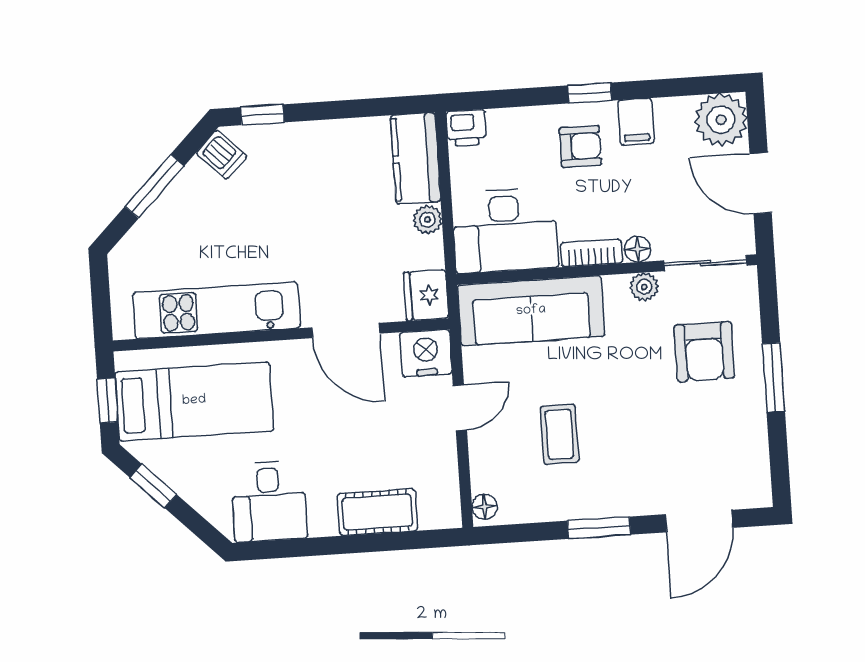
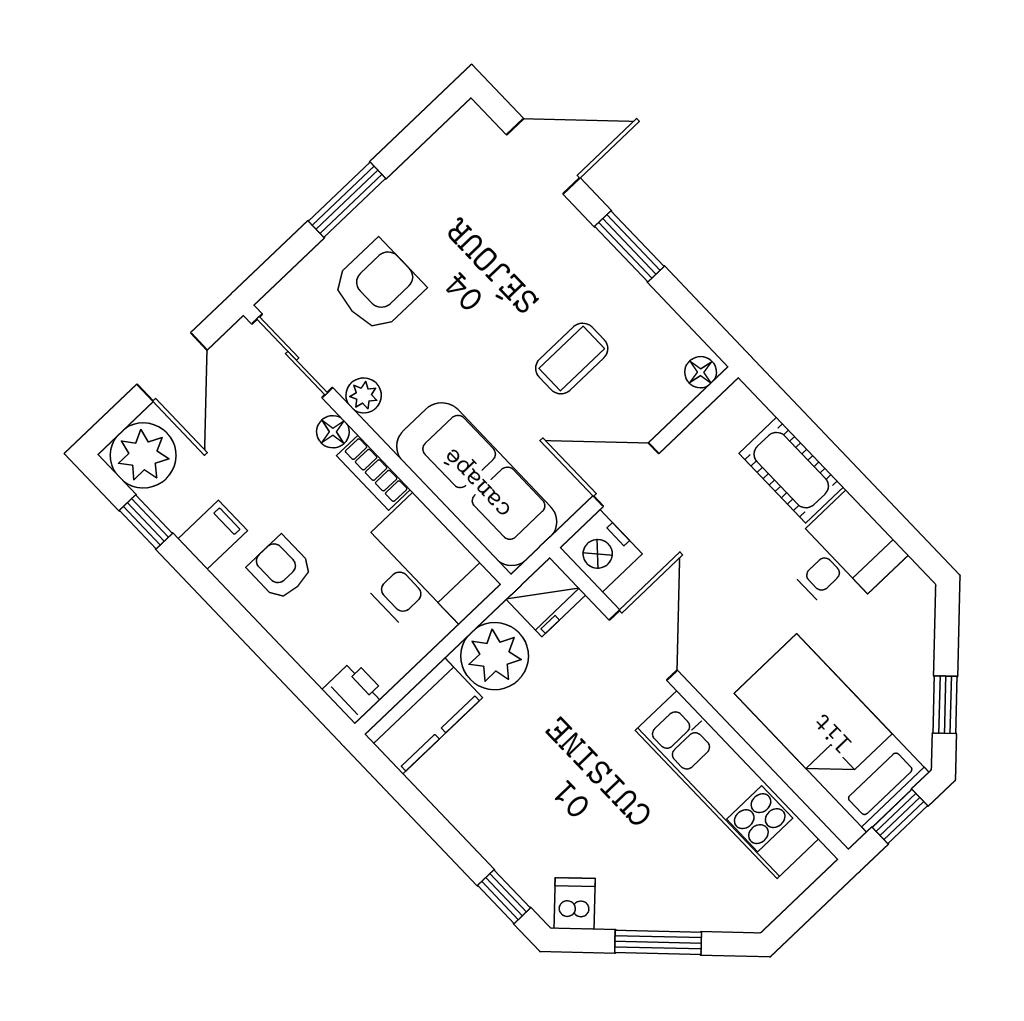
window: (590, 93) -> (146, 522), moved
plant: (427, 220) -> (495, 656), width x1.88, depth x1.88
door: (460, 408) -> (626, 475), width x1.38
desk: (269, 501) -> (842, 556), moved

